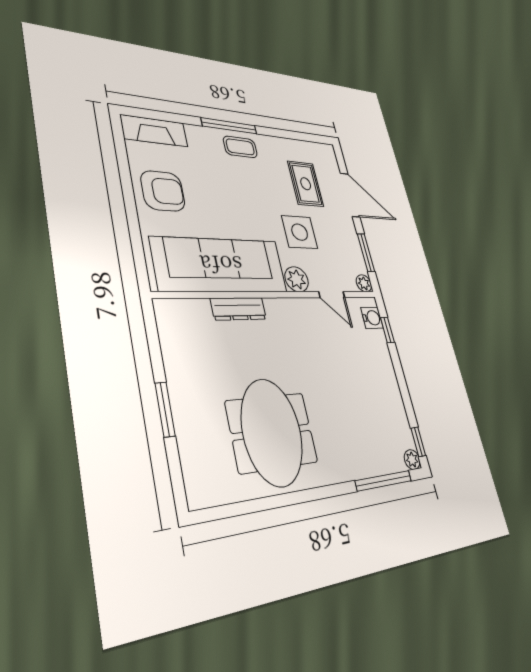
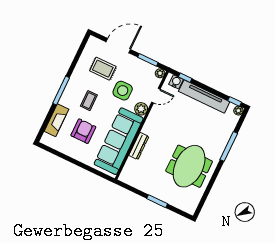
fireplace: (154, 131) -> (56, 120), moved
coffee table: (240, 147) -> (89, 101), moved
armchair: (163, 191) -> (83, 131), moved
tv unit: (388, 381) -> (204, 97), added
meeting table: (272, 432) -> (189, 166), turned 90
window: (384, 481) -> (229, 146), moved

